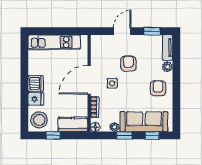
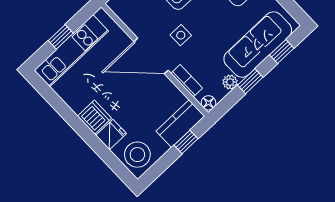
window: (55, 31) -> (61, 37), added
door: (89, 80) -> (151, 56), hinge flipped
window: (53, 135) -> (186, 142), moved

